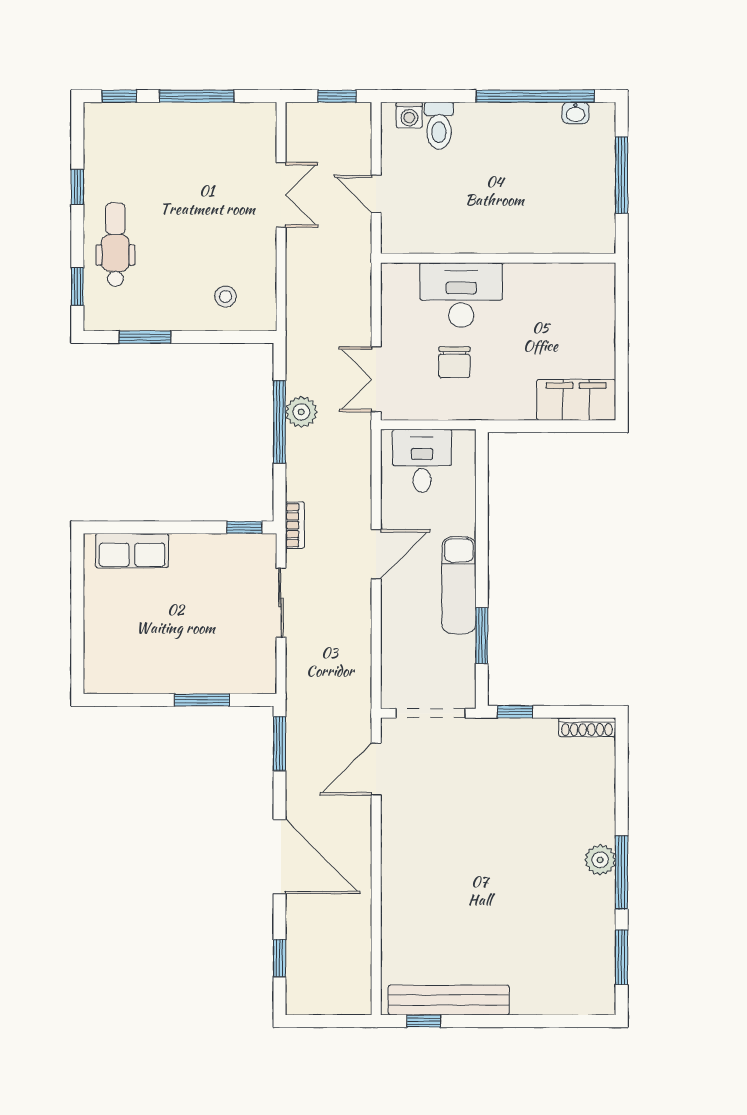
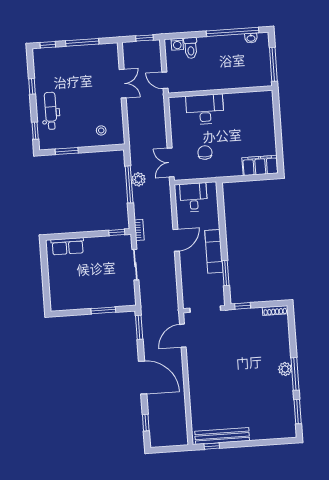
wall: (498, 258) -> (220, 92), moved
desk: (461, 295) -> (205, 109), moved
chair: (454, 362) -> (205, 153), turned 180

